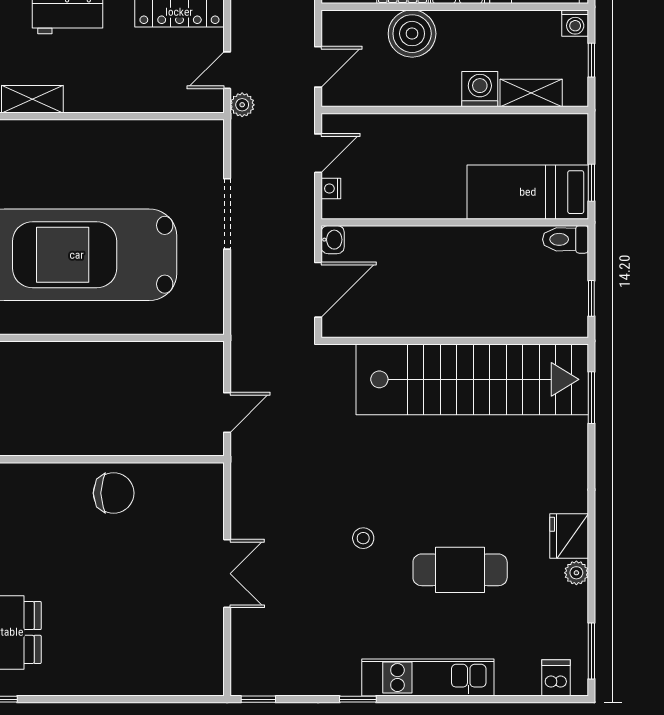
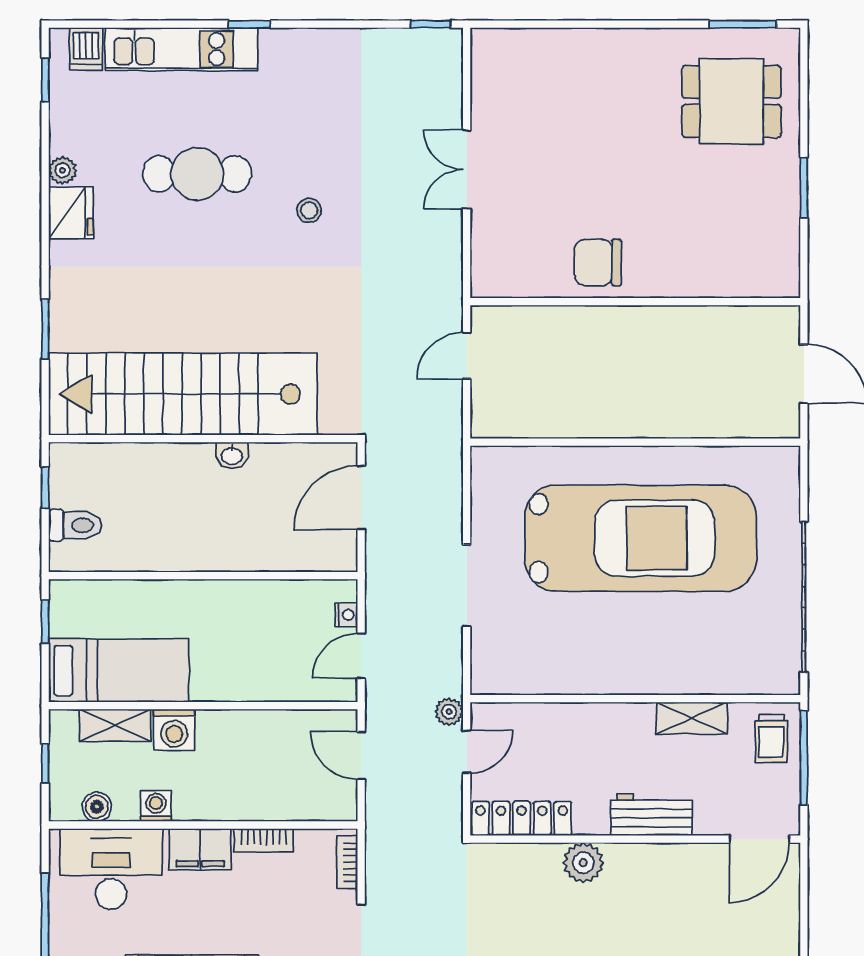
washing machine: (575, 23) -> (156, 806), moved
boiler: (412, 34) -> (97, 807), moved, width x0.54, depth x0.54
door: (318, 67) -> (361, 756), hinge flipped
bed: (528, 192) -> (119, 670), moved
toilet: (566, 239) -> (75, 525), moved
washbasin: (333, 240) -> (232, 455), moved, turned -90
window: (591, 398) -> (45, 329), moved
window: (591, 651) -> (45, 80), width x0.67
kitchen unit: (428, 678) -> (181, 49), moved
window: (358, 699) -> (249, 24), moved

